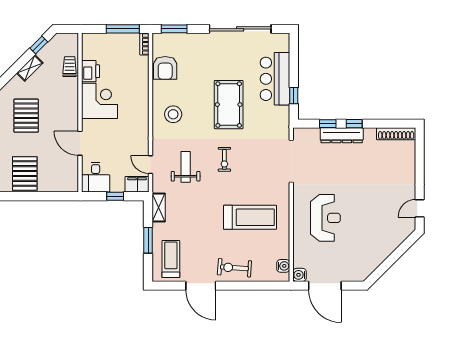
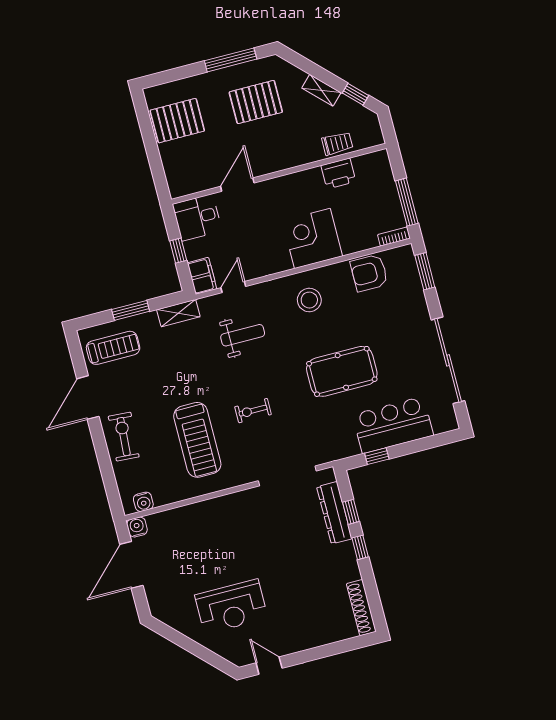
corner desk: (100, 101) -> (312, 238), moved, turned 180
dresser: (342, 135) -> (334, 513), moved
exercise bike: (224, 159) -> (253, 411), moved
reception desk: (325, 218) -> (231, 607), moved

